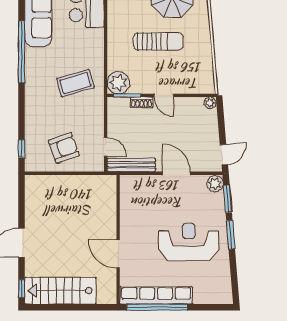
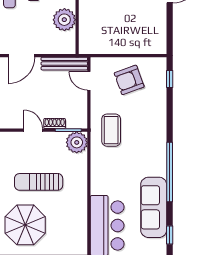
coffee table: (75, 83) -> (111, 130), moved, turned -74
door: (176, 173) -> (21, 56), hinge flipped
plant: (131, 211) -> (64, 20), added

